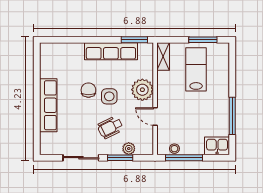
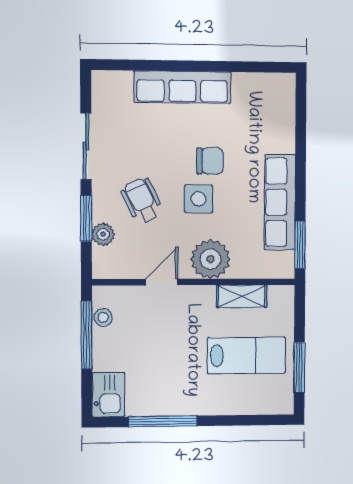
shelving: (163, 57) -> (242, 296), moved

